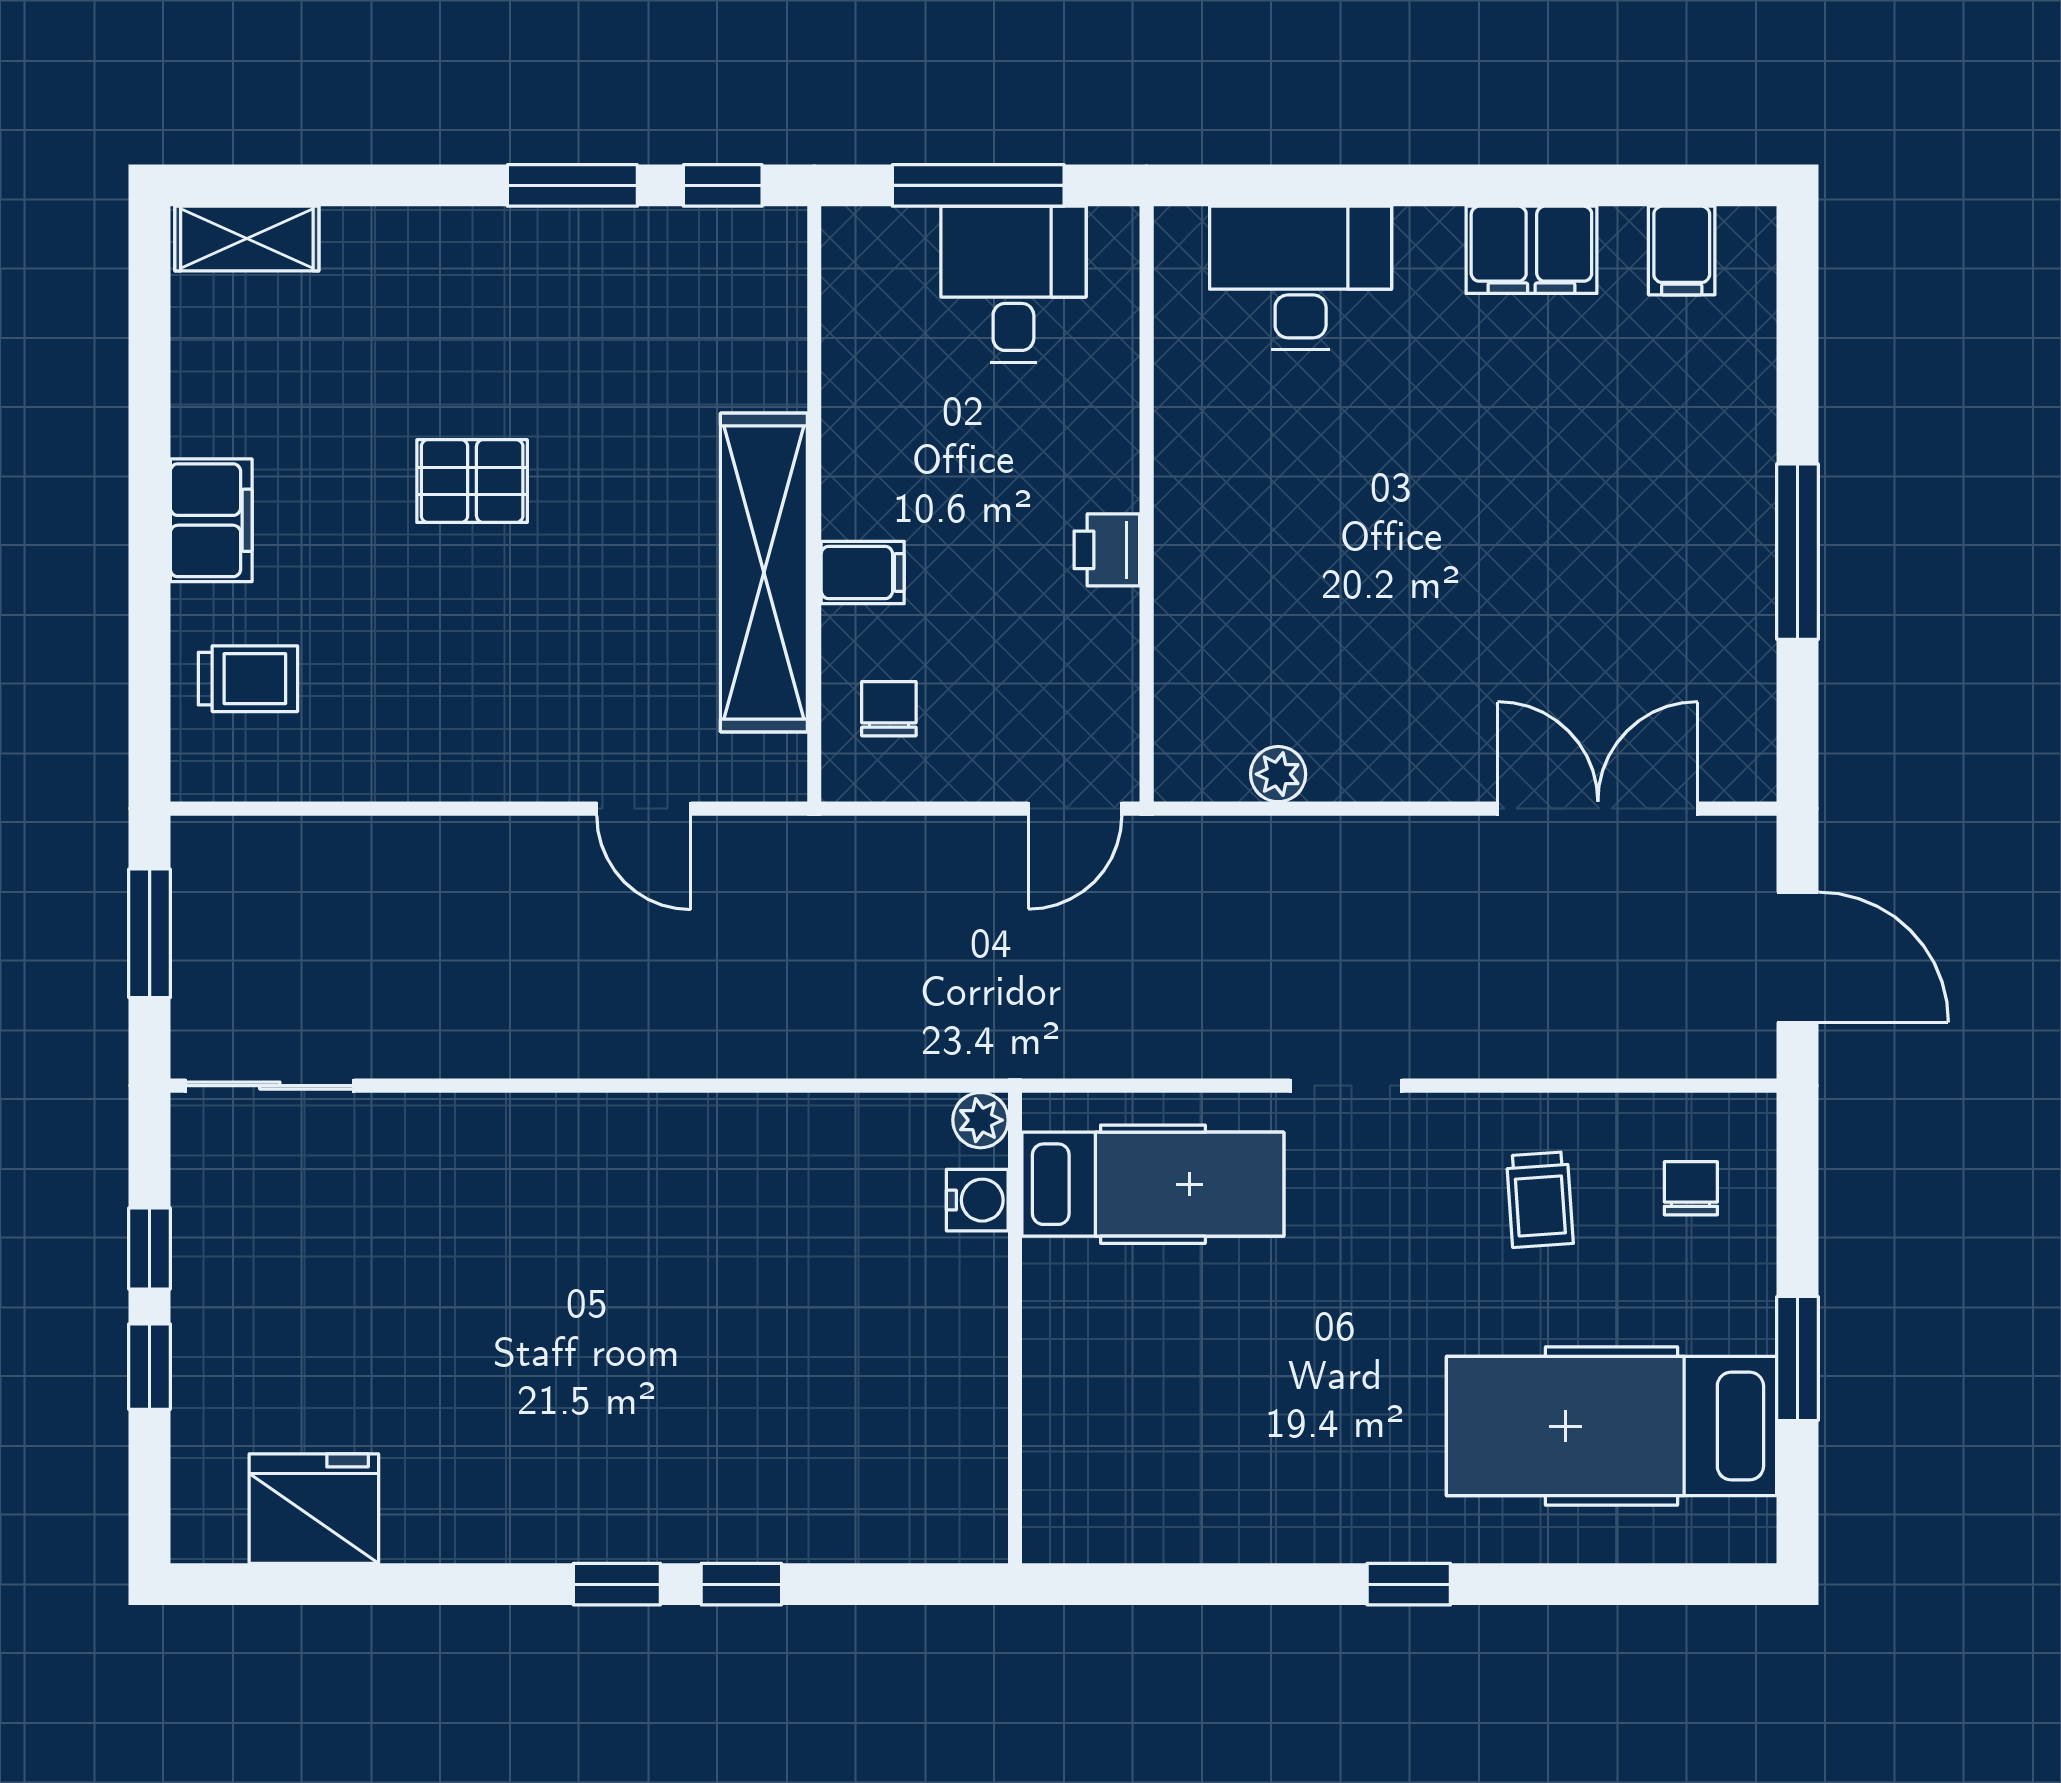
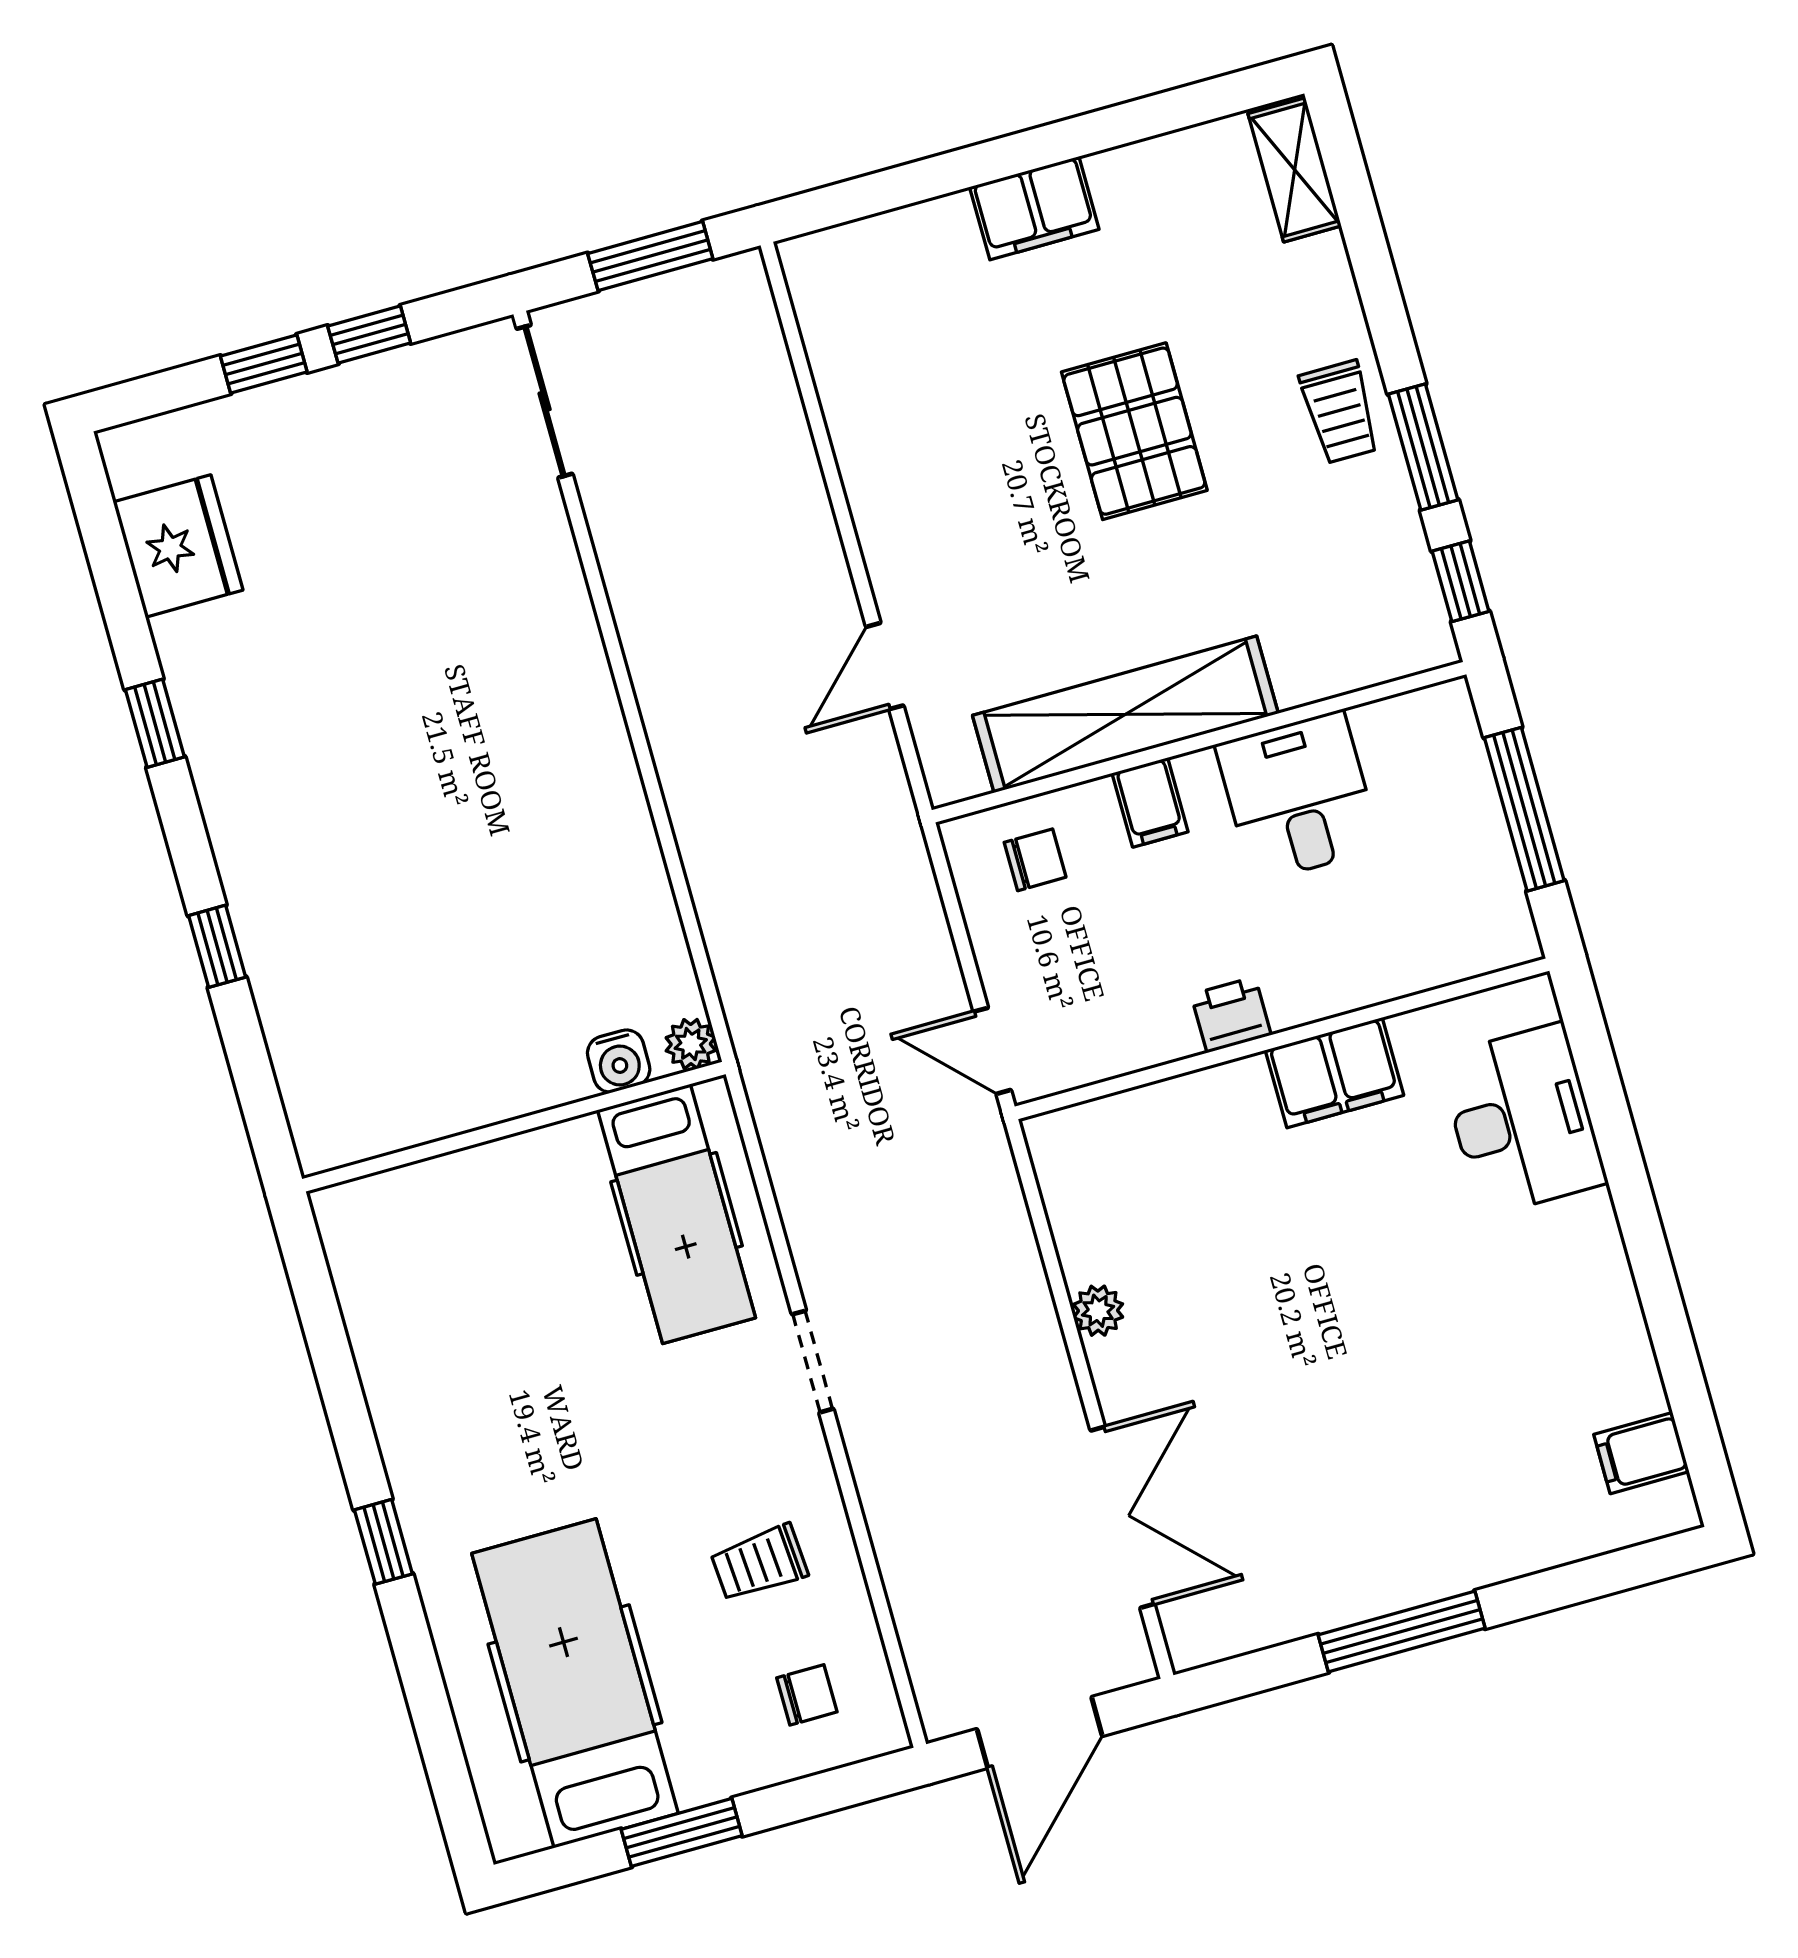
filing cabinet: (1531, 250) -> (1334, 1073), moved, turned -90
desk: (1013, 285) -> (1298, 797), moved, turned -90
pallet: (472, 481) -> (1134, 431), width x1.50, depth x1.42
trolley: (248, 679) -> (1340, 412), moved
plant: (1278, 774) -> (1098, 1311), moved
window: (617, 1584) -> (155, 723), moved

